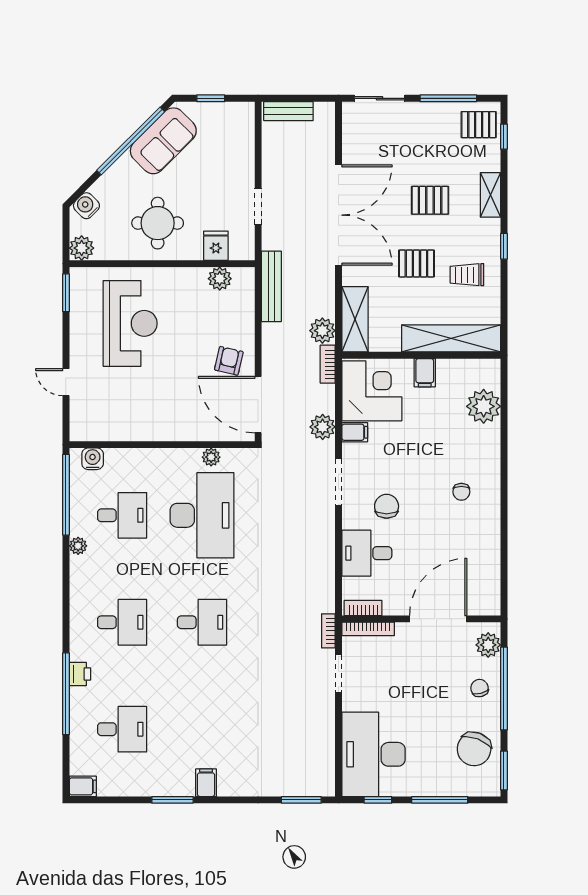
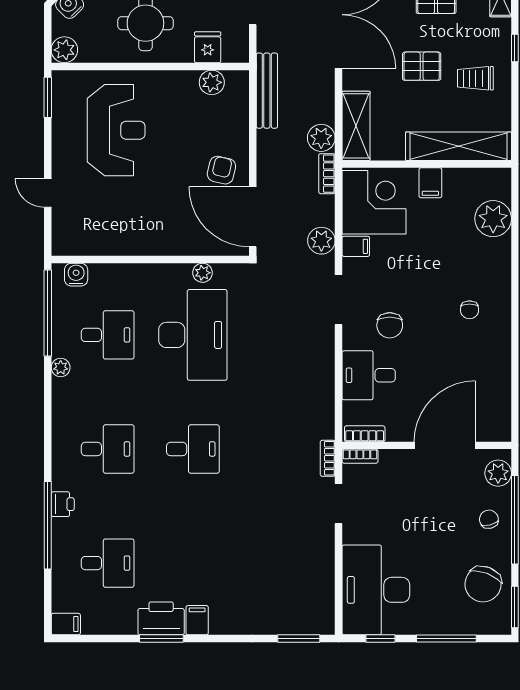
chair: (387, 506) -> (390, 325), turned 180
bookcase: (368, 629) -> (360, 456), width x0.64
printer: (172, 781) -> (161, 618), added

